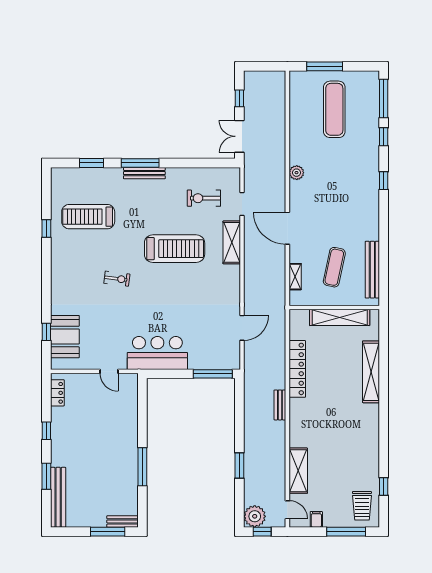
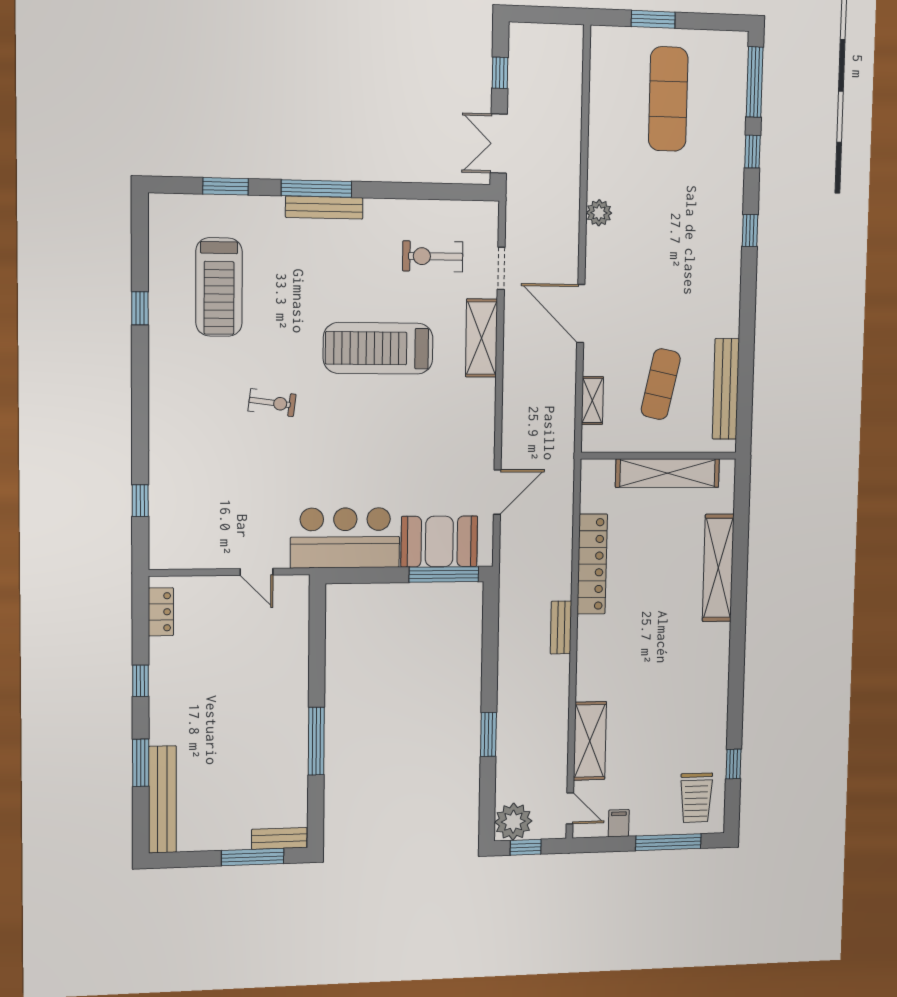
window: (325, 66) -> (653, 19), width x0.69
treadmill: (88, 217) -> (219, 287), turned -90
treadmill: (175, 249) -> (378, 348), turned 180
booth: (65, 337) -> (439, 541), moved, turned 90

